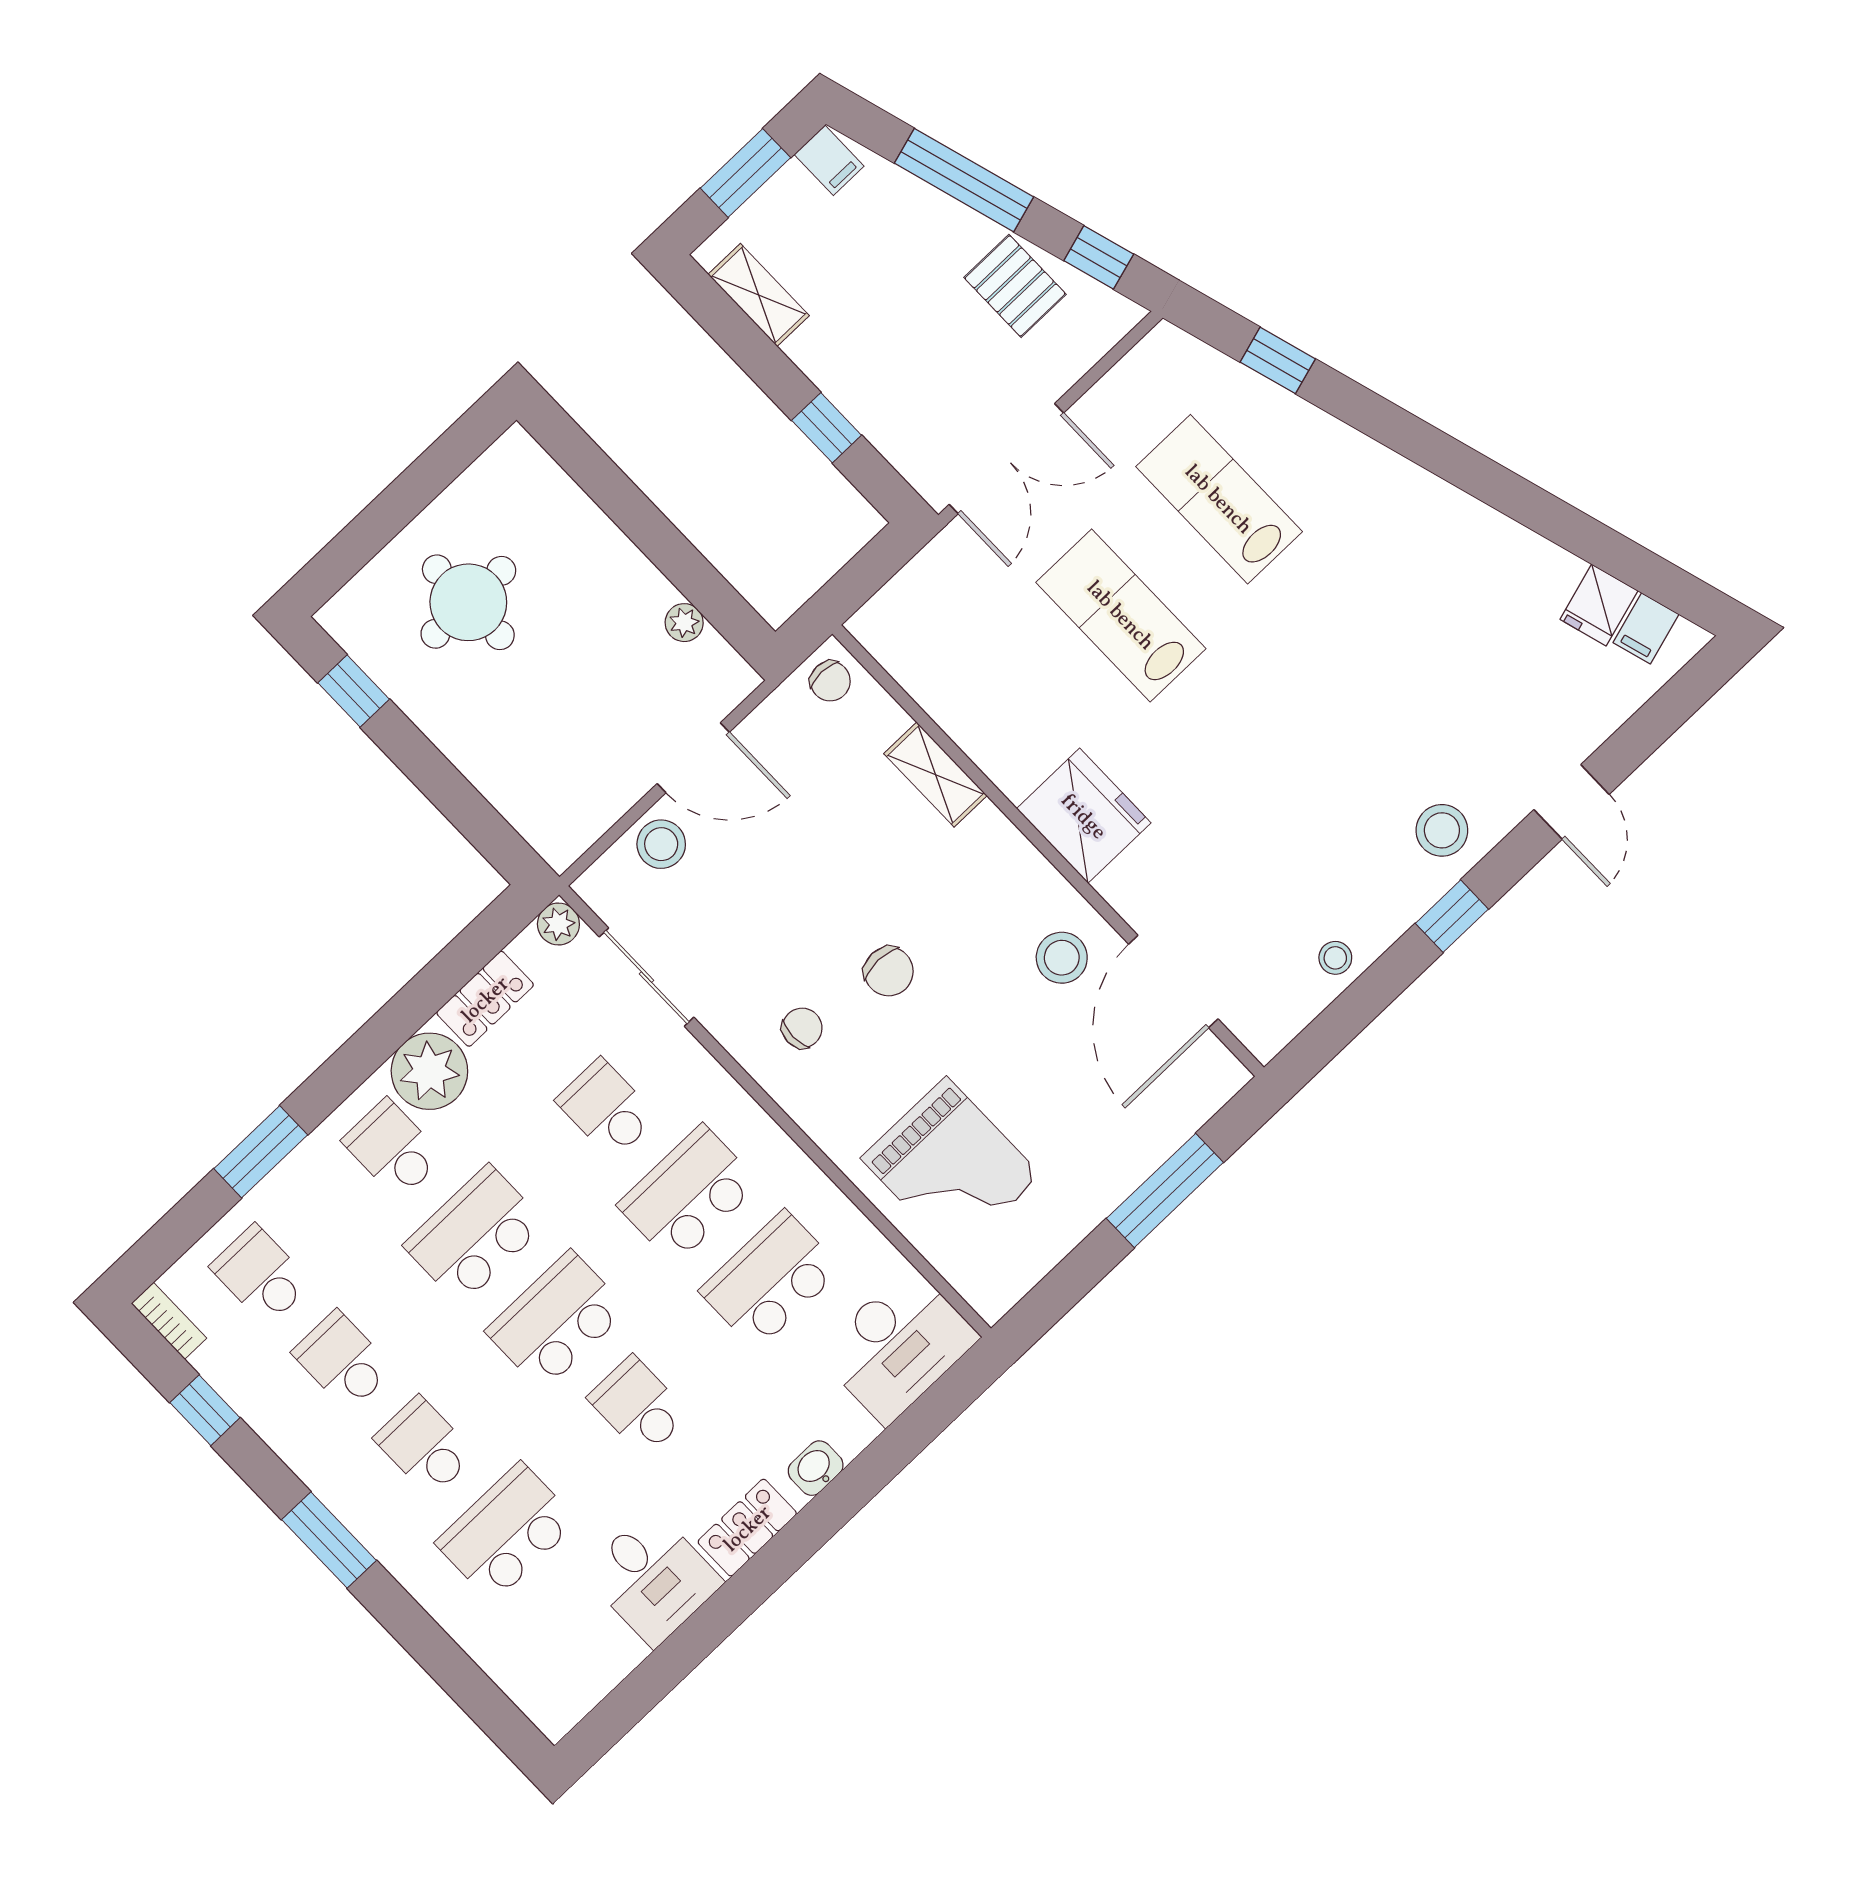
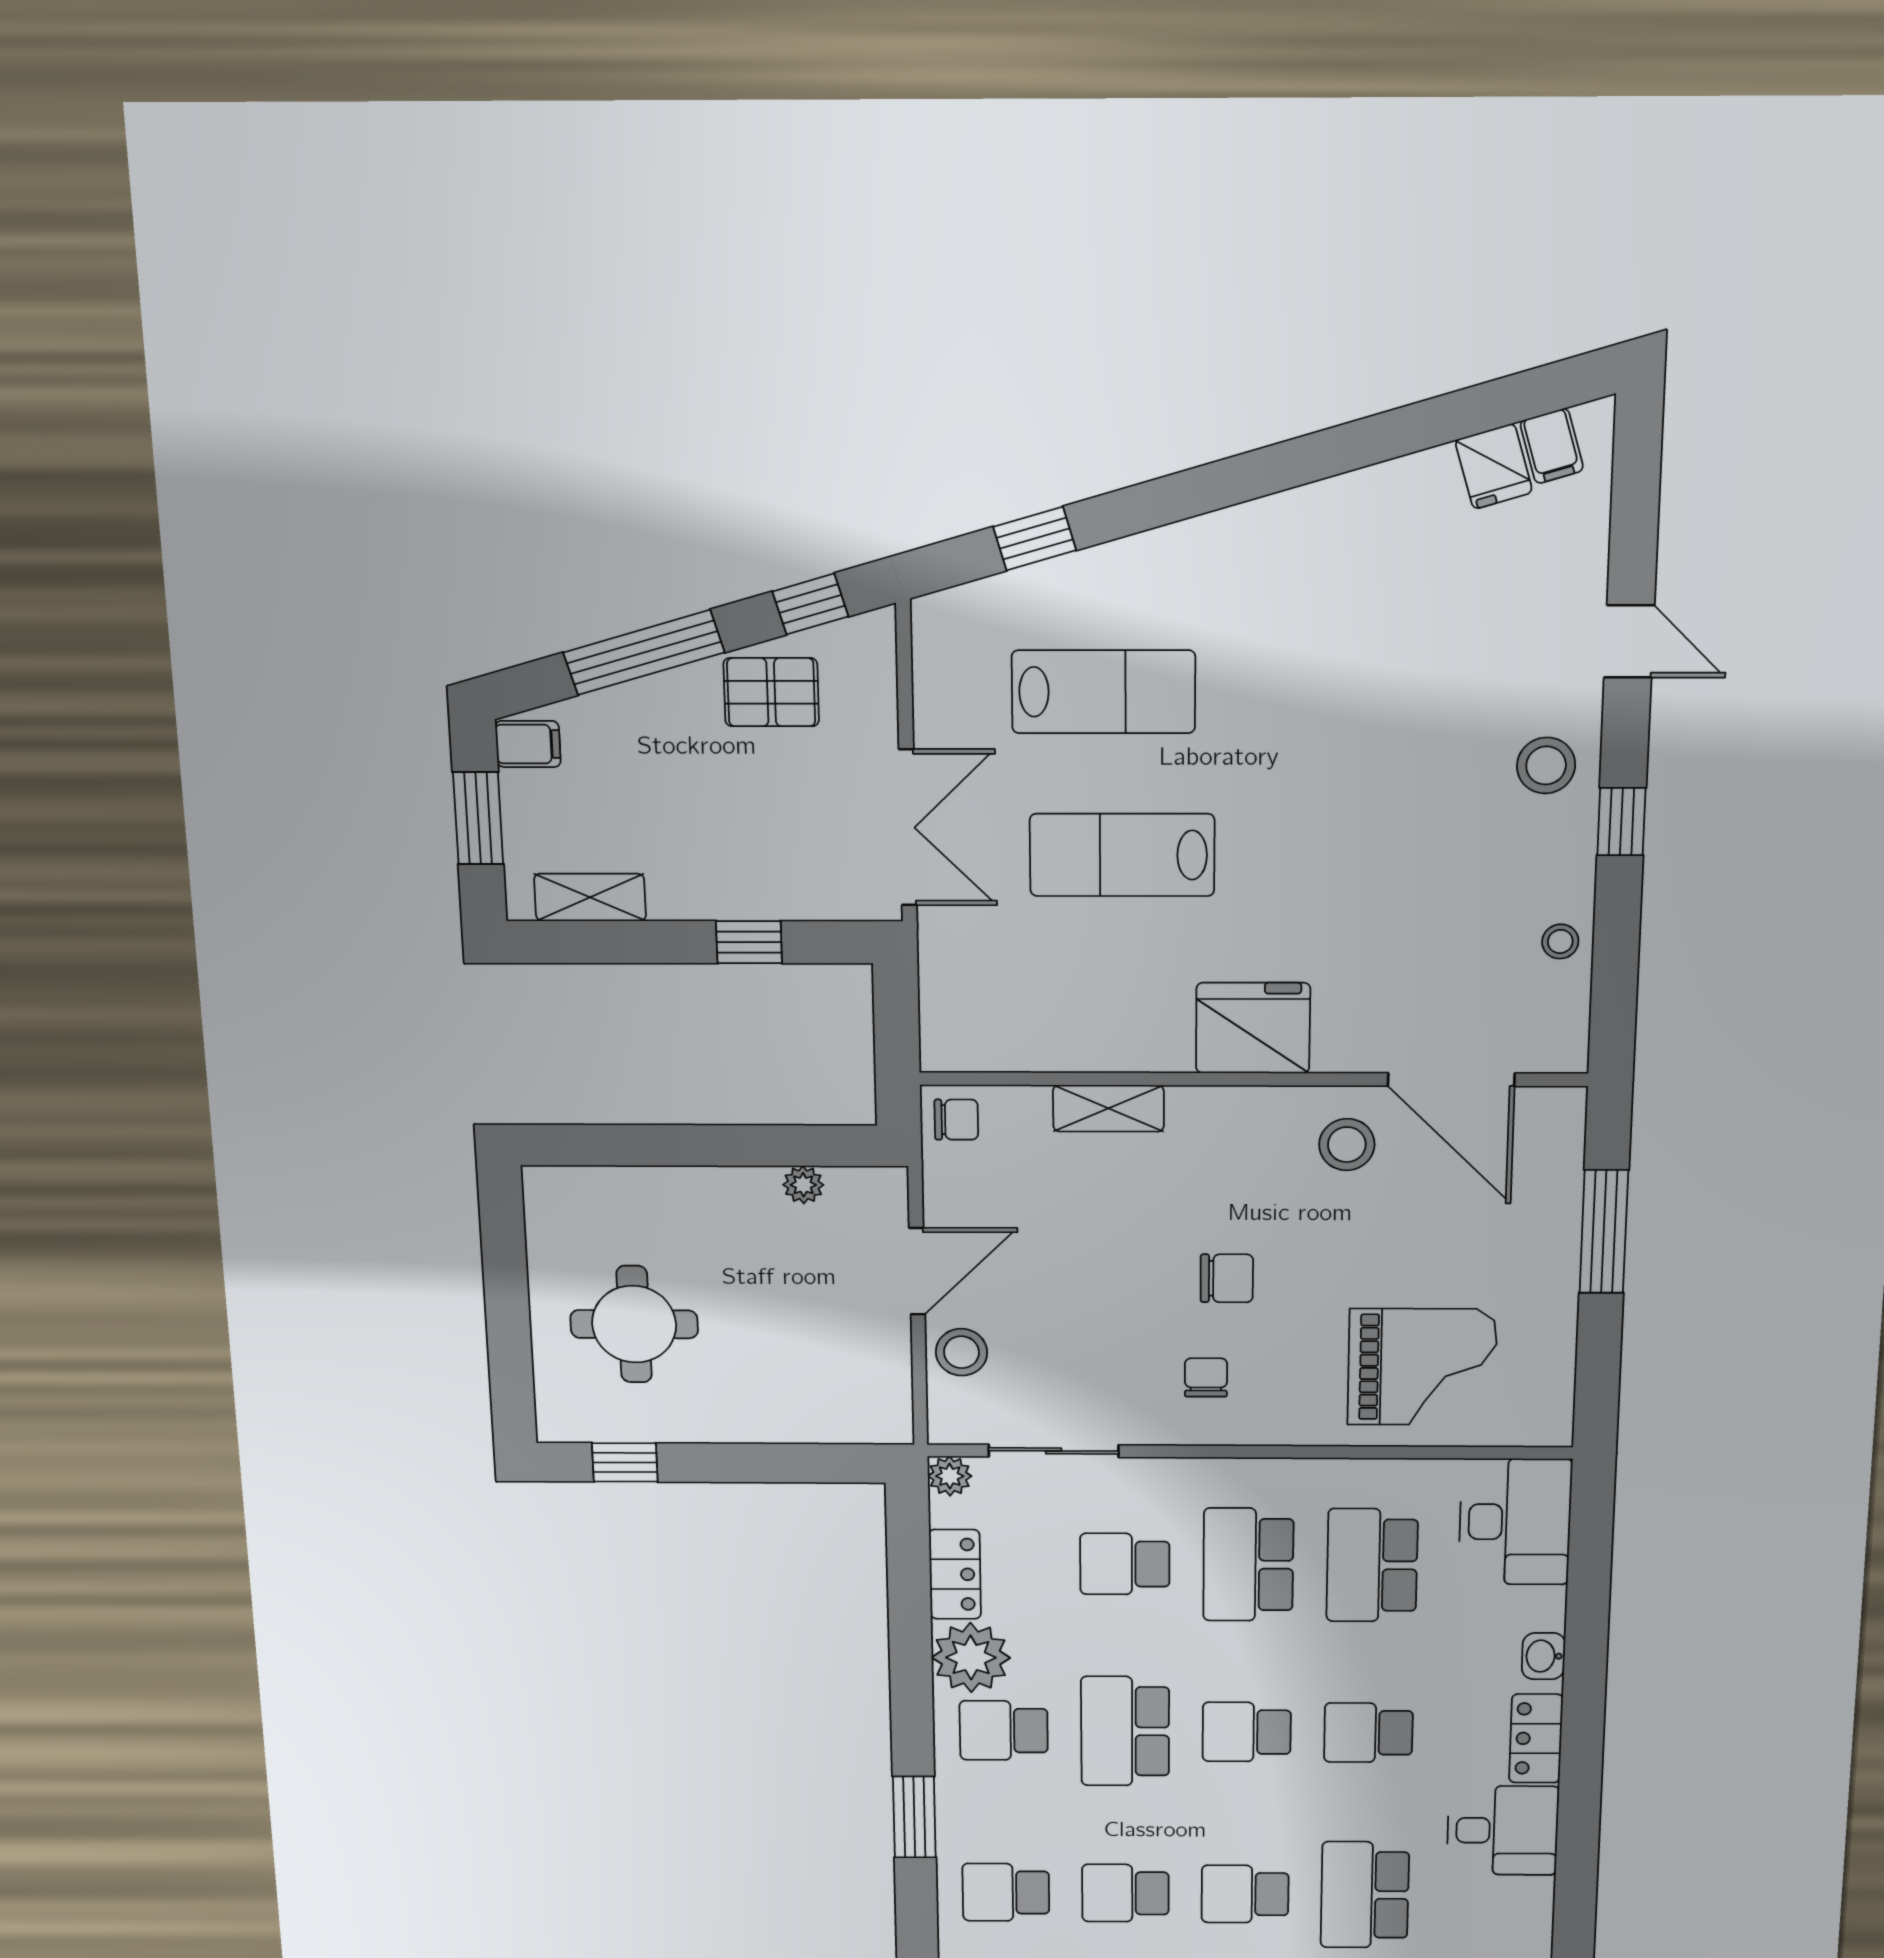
lab bench: (1219, 499) -> (1104, 692), turned 180
school desk: (557, 1320) -> (1247, 1732), width x0.54

